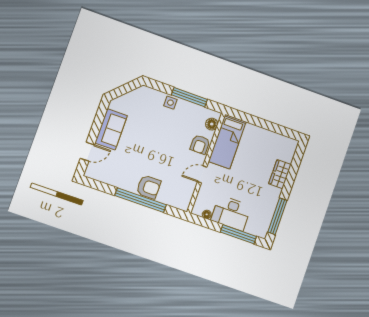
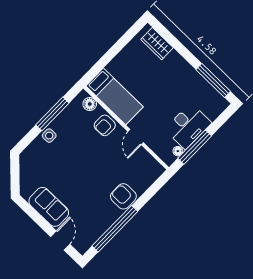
armchair: (200, 145) -> (105, 125), turned 90
wardrobe: (280, 174) -> (157, 44), moved
armchair: (149, 187) -> (123, 196), turned -90
window: (141, 200) -> (115, 229), moved
window: (238, 234) -> (195, 147), moved

